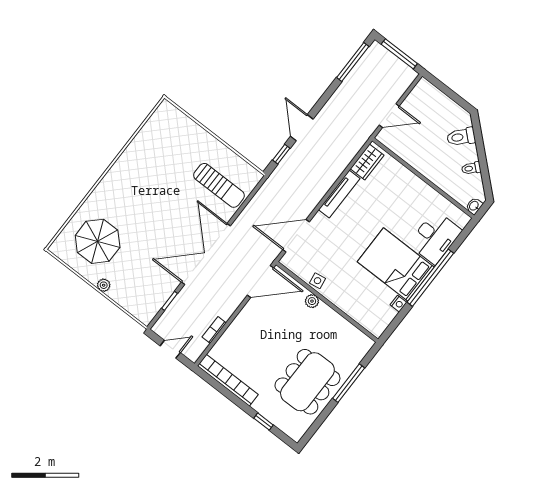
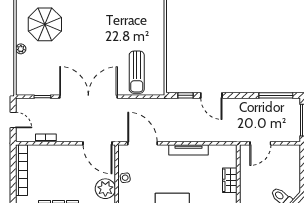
door: (389, 116) -> (260, 143), hinge flipped
door: (302, 128) -> (211, 95), swing flipped
wardrobe: (367, 162) -> (230, 180), moved, turned 90
plant: (312, 301) -> (105, 189), width x1.88, depth x1.88

